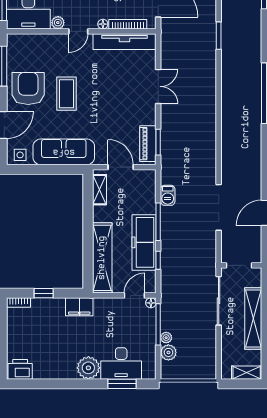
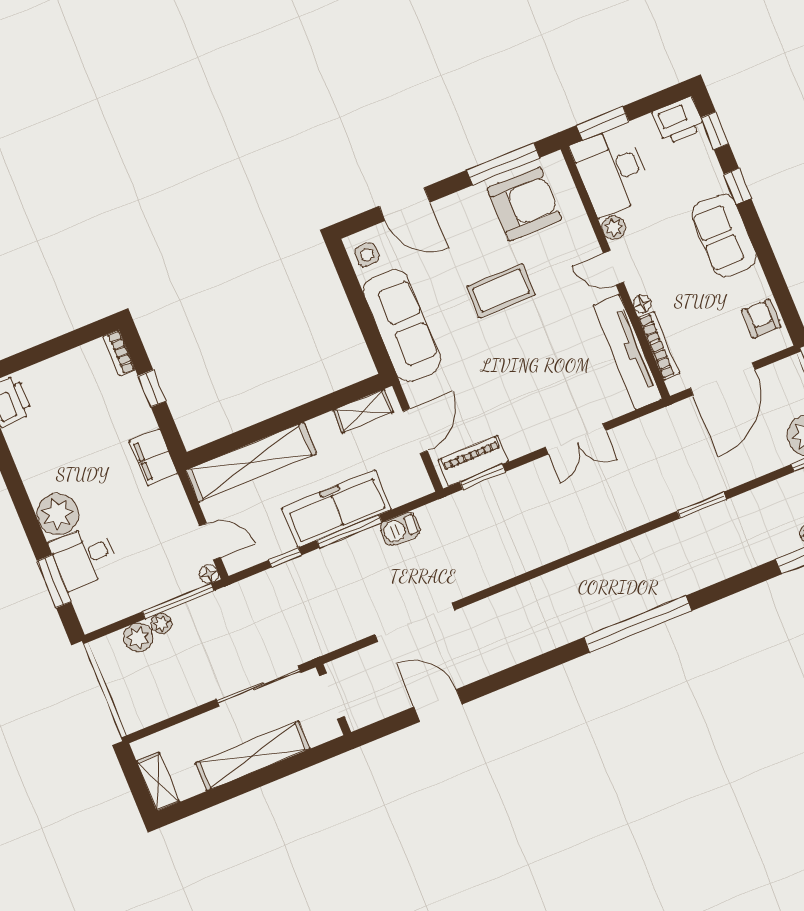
armchair: (28, 88) -> (525, 204), moved
freezer: (144, 242) -> (337, 509), moved
desk: (121, 363) -> (84, 557), width x0.73

